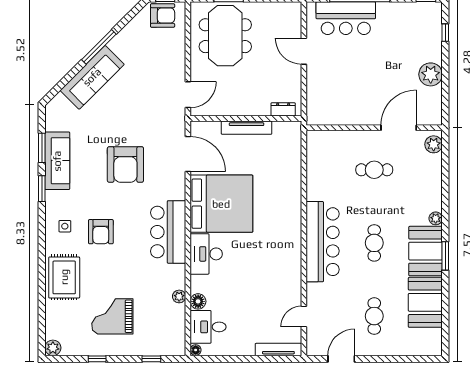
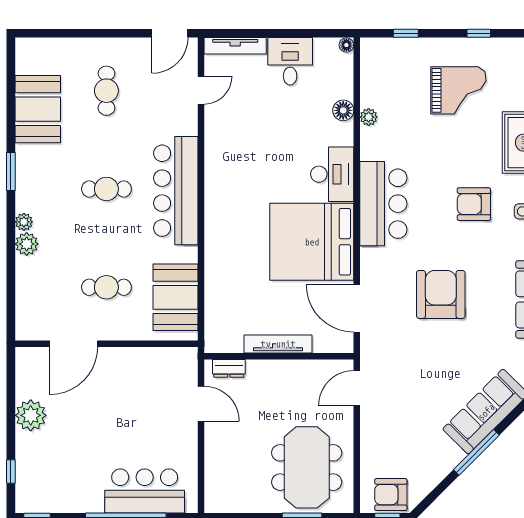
door: (304, 51) -> (201, 404), moved
plant: (434, 144) -> (27, 244), moved
armchair: (101, 232) -> (474, 204), turned -90
cafe table: (374, 243) -> (106, 189), turned 90
booth: (426, 251) -> (175, 297), moved
desk: (208, 327) -> (290, 61), moved, turned -90
door: (341, 359) -> (170, 33), moved

